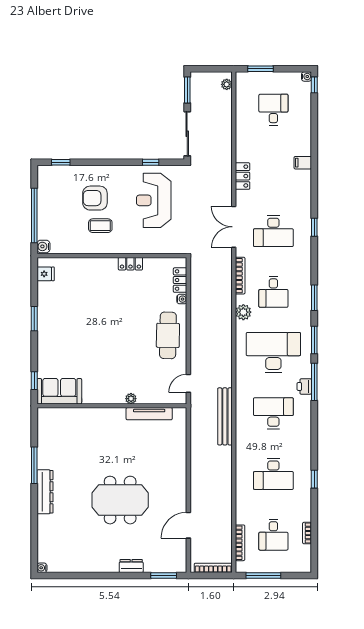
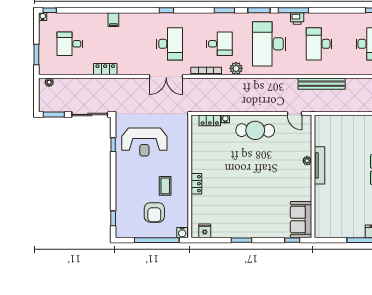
locker: (243, 176) -> (105, 69), moved
armchair: (95, 198) -> (154, 212), moved
locker: (130, 264) -> (196, 184), moved
tv unit: (149, 414) -> (319, 165), moved

